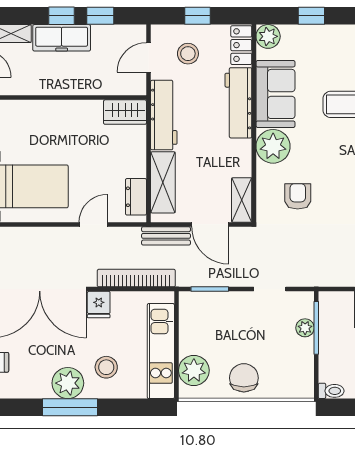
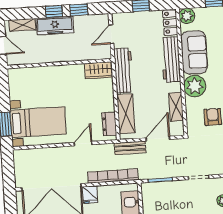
stool: (188, 54) -> (136, 30), removed
shelving: (242, 200) -> (176, 107), moved
door: (210, 224) -> (158, 139), swing flipped

